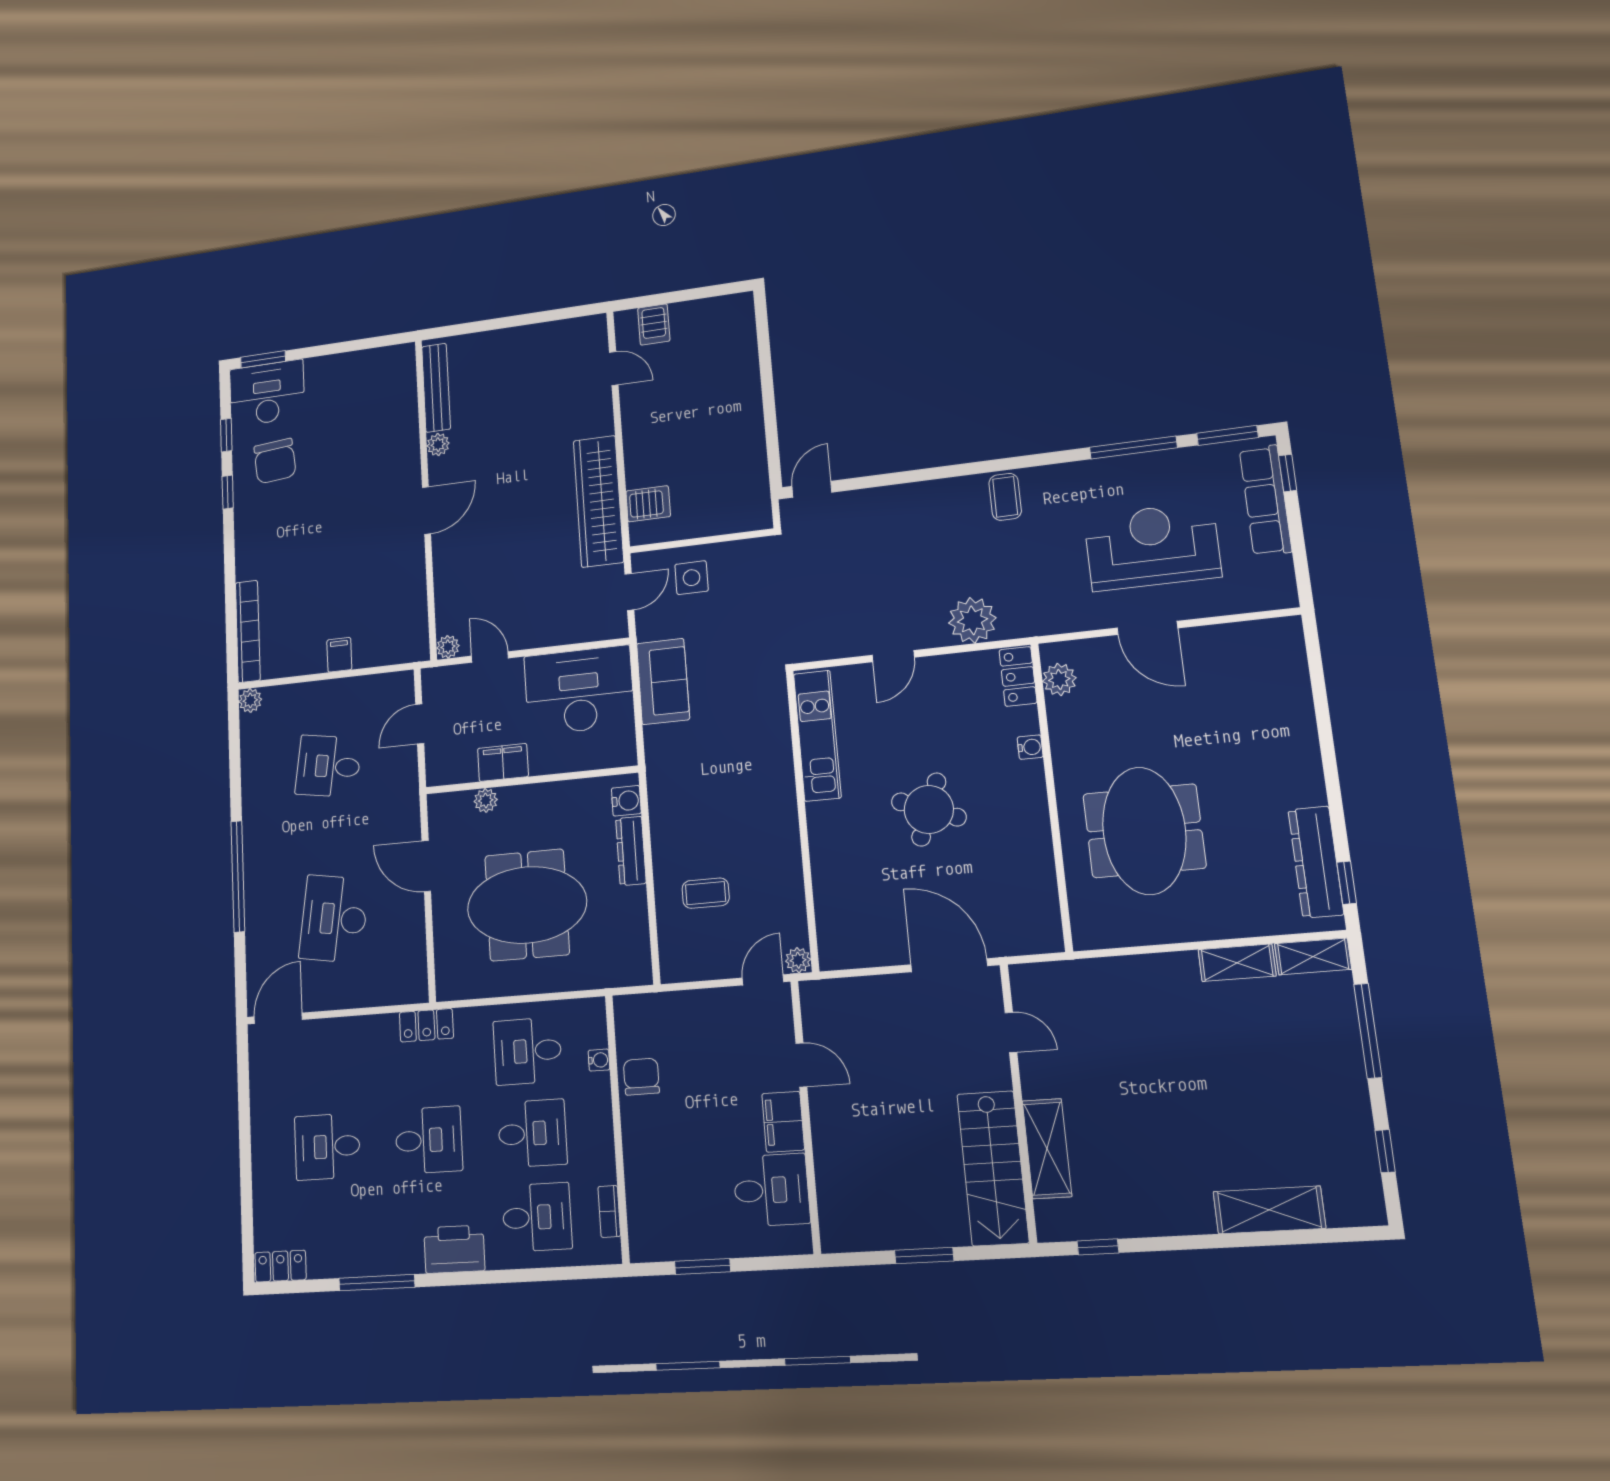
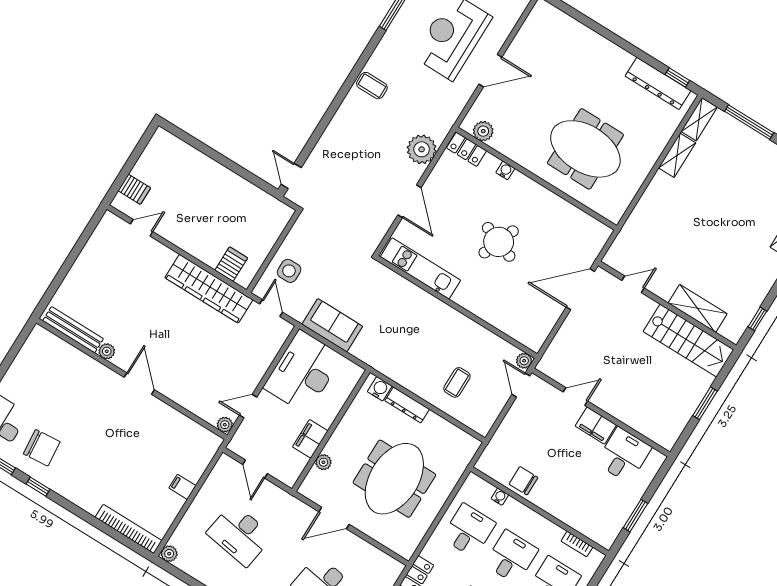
door: (893, 656) -> (409, 201), width x1.38
desk: (328, 766) -> (240, 535), width x1.37
desk: (528, 1051) -> (469, 531), turned 180

